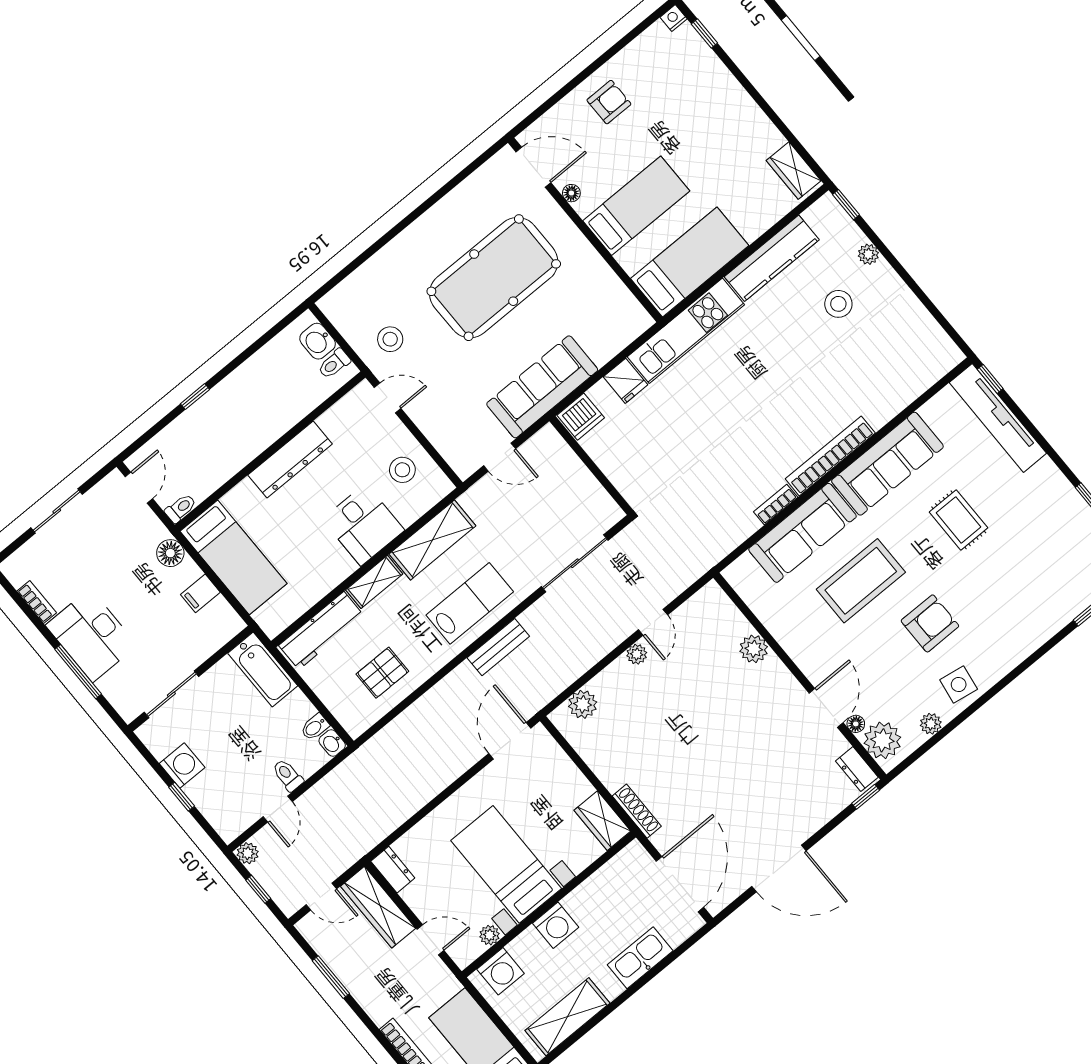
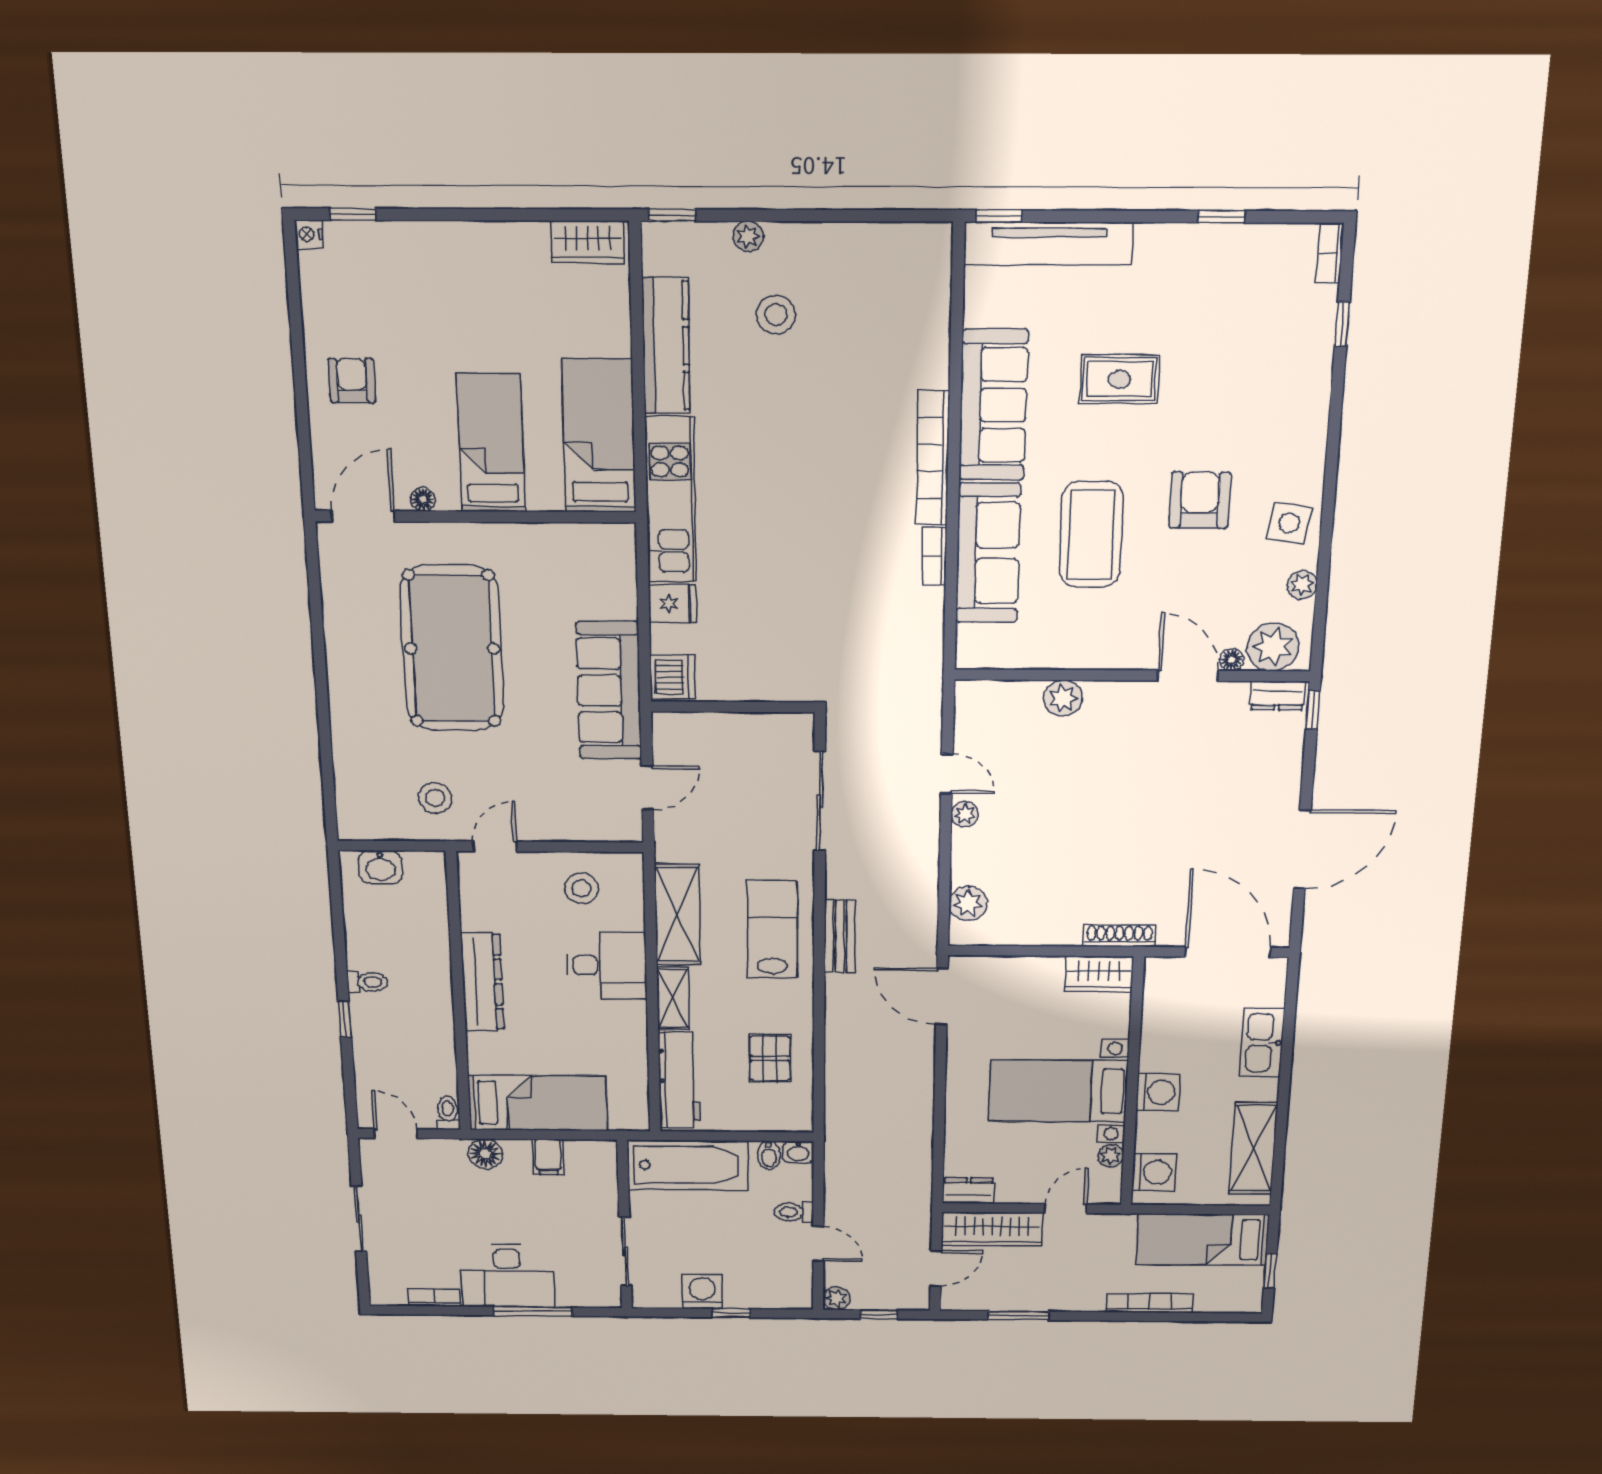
toilet: (334, 364) -> (367, 982), moved, turned -90
bathtub: (263, 669) -> (688, 1165), width x1.36, depth x1.36

